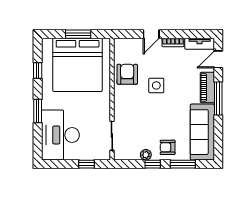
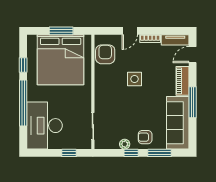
armchair: (127, 74) -> (105, 54), moved
window: (218, 99) -> (193, 102), moved
window: (38, 111) -> (23, 103), width x2.11

